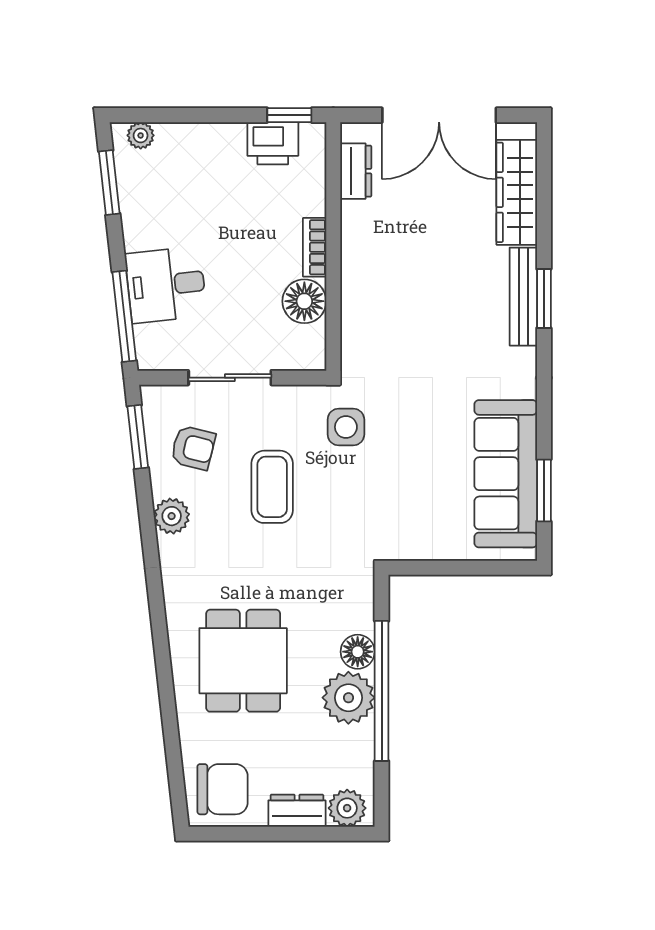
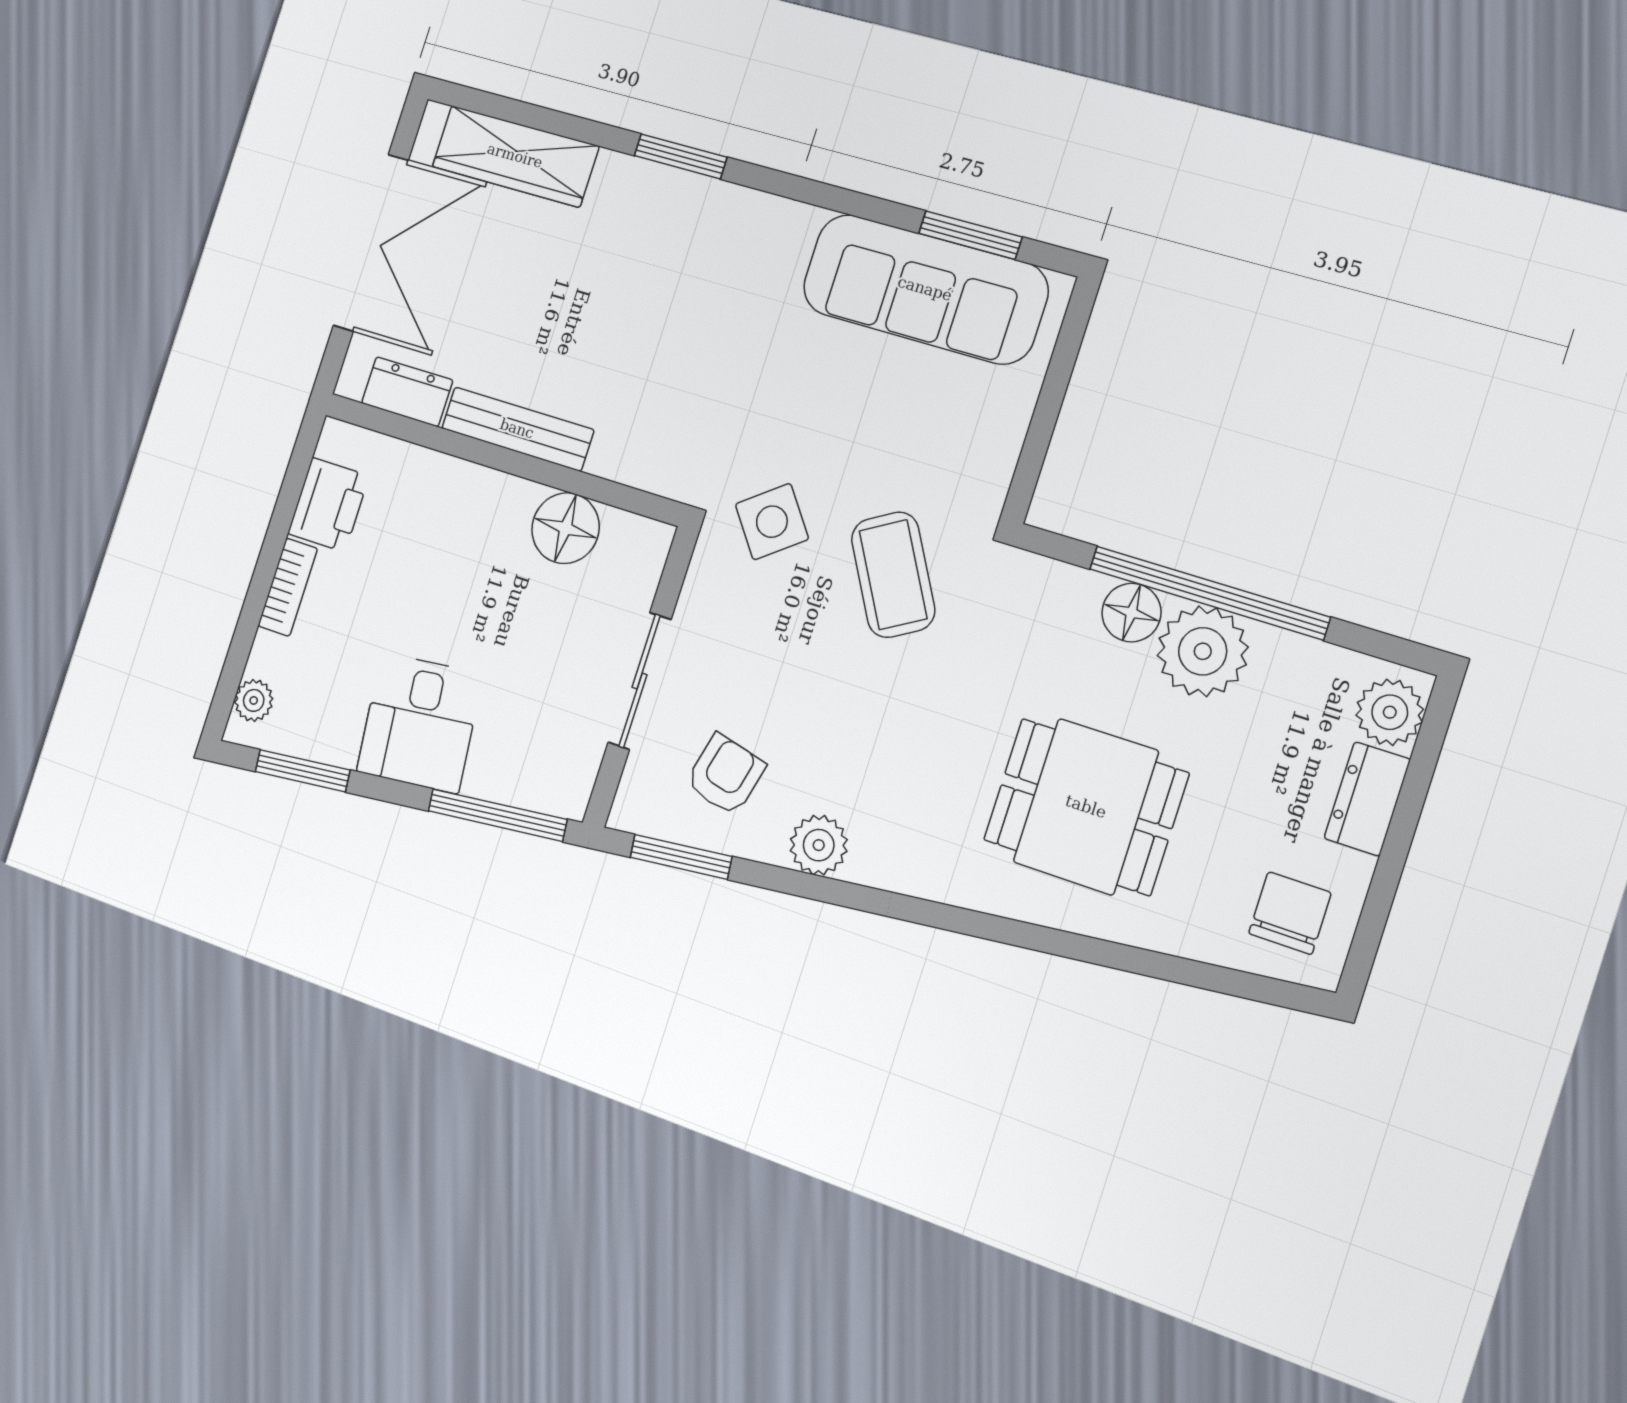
window: (289, 115) -> (298, 467), removed
bookcase: (315, 247) -> (288, 587), moved, turned -90
desk: (166, 285) -> (420, 723), moved
bench: (523, 297) -> (517, 429), moved
side table: (346, 427) -> (772, 522), turned -37
coffee table: (272, 487) -> (893, 575), moved, turned 60
chair: (223, 789) -> (1290, 913), width x0.73, depth x0.73

